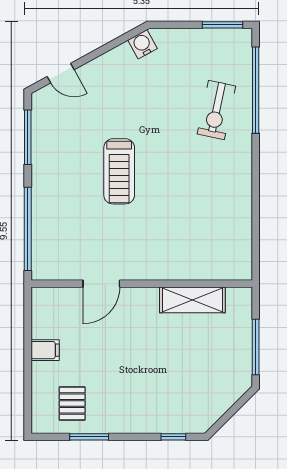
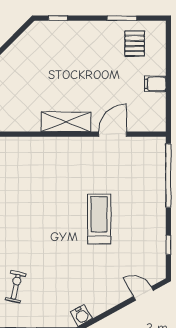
exercise bike: (216, 110) -> (16, 287), moved, width x0.73, depth x0.72
window: (28, 137) -> (168, 245), width x0.46
shelving: (192, 300) -> (66, 122), moved

